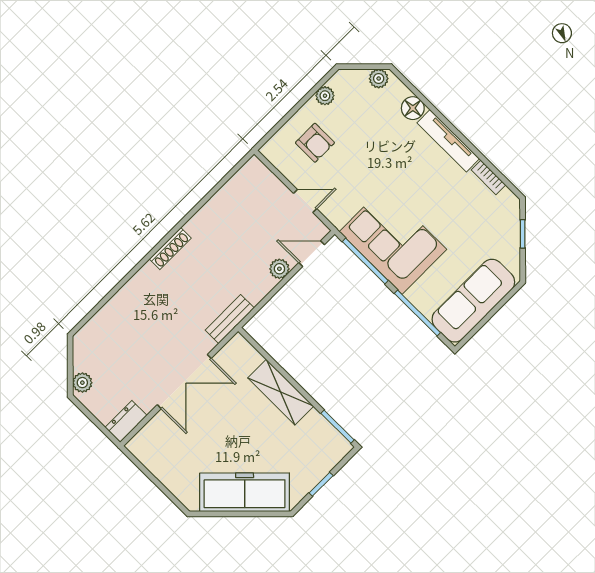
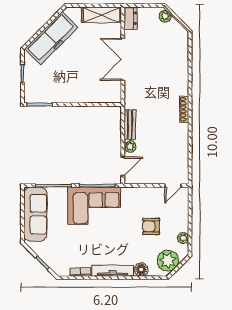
plant: (379, 79) -> (168, 261), width x1.87, depth x1.87
armchair: (315, 143) -> (151, 226), moved
door: (305, 201) -> (173, 186), moved
bench: (230, 319) -> (130, 125), moved
shelving: (281, 392) -> (102, 15), moved

